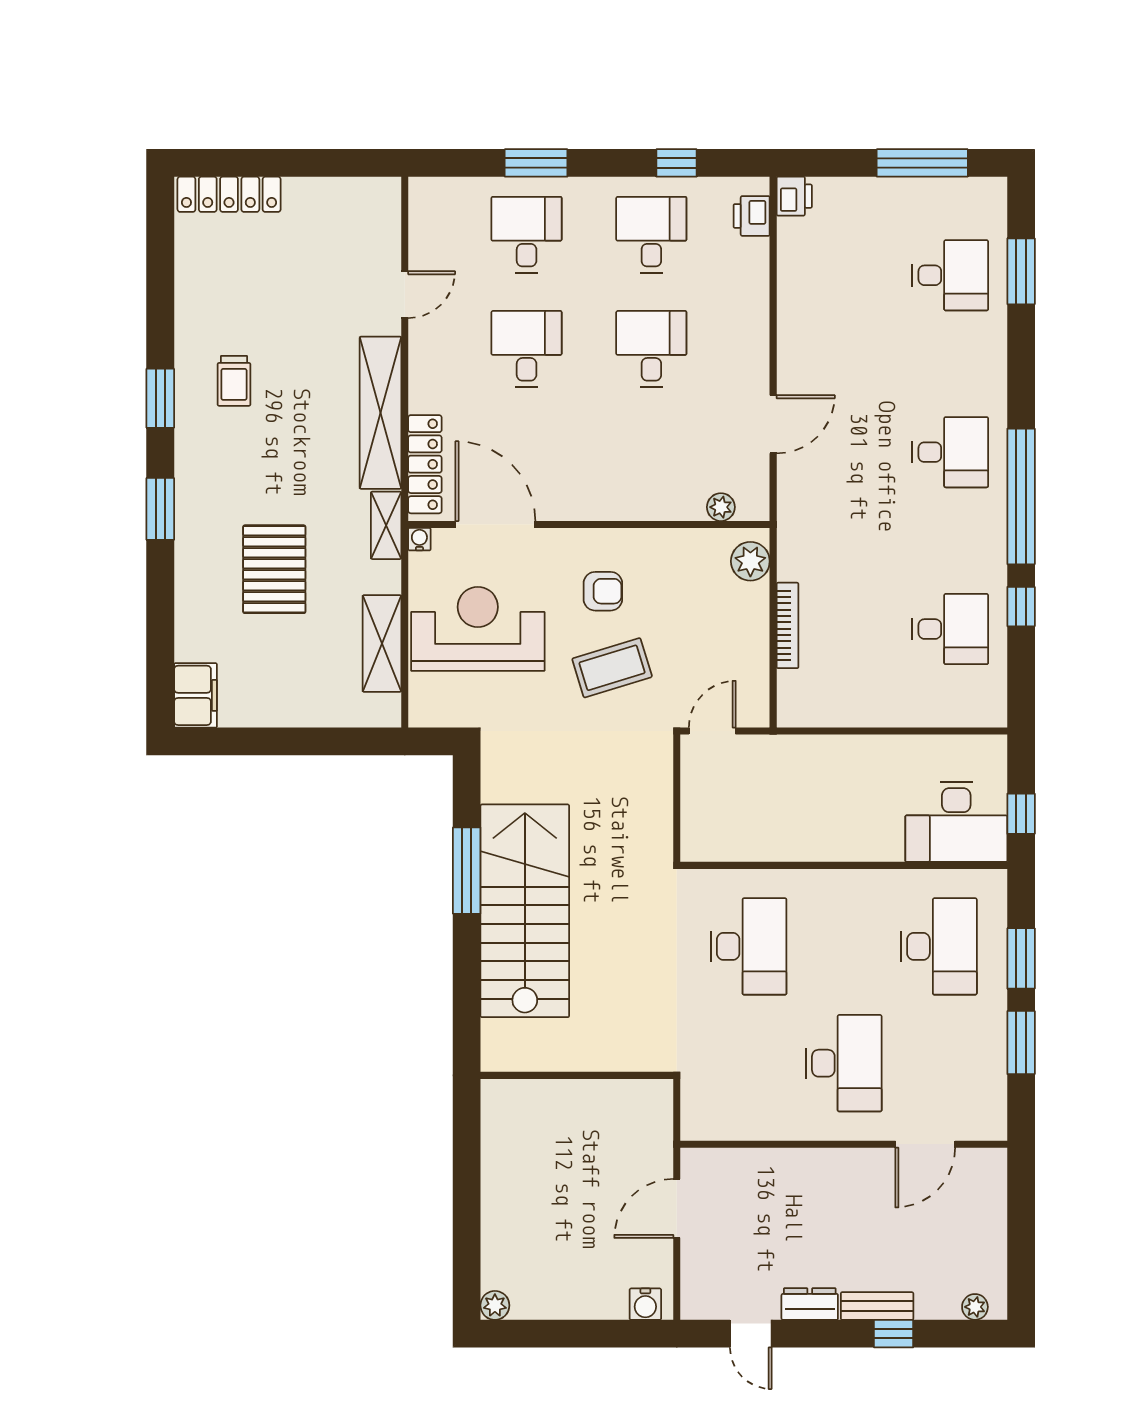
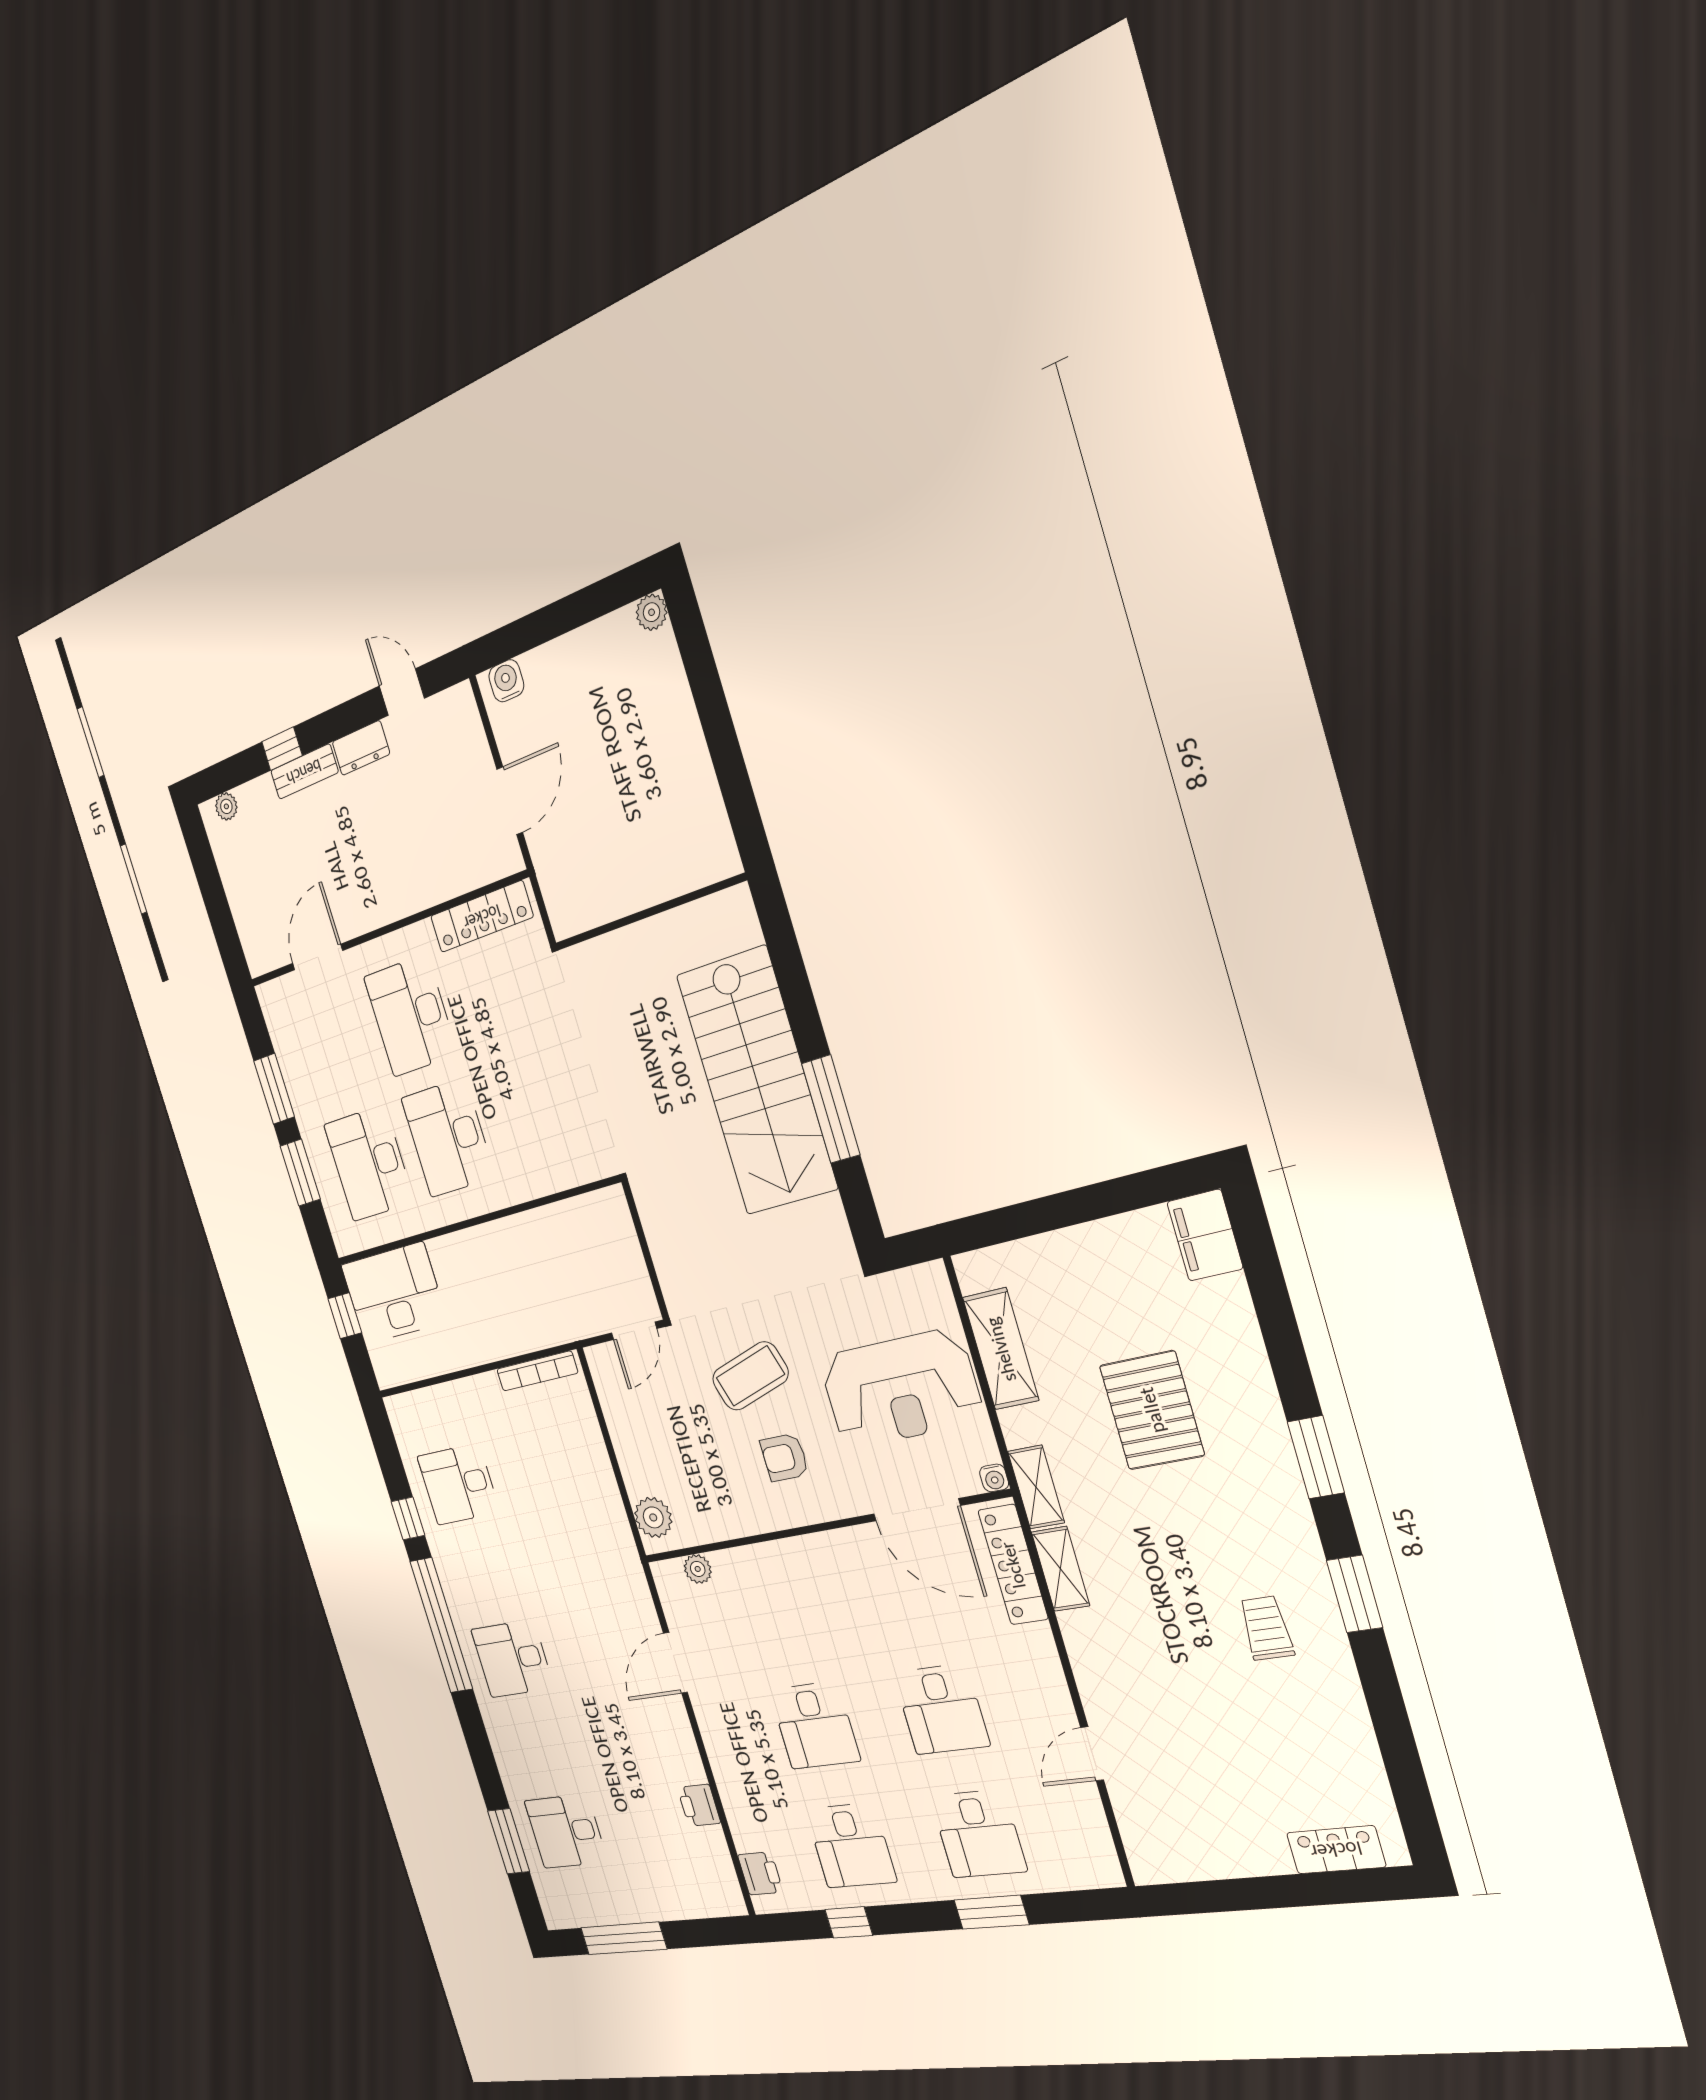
locker: (229, 194) -> (1336, 1850), width x0.66
printer: (794, 196) -> (699, 1805), moved
shelving: (381, 413) -> (1060, 1569), width x0.45, depth x0.75
bookcase: (788, 625) -> (537, 1371), moved, turned -90
desk: (749, 946) -> (448, 1138), moved
locker: (739, 1124) -> (482, 917), added

